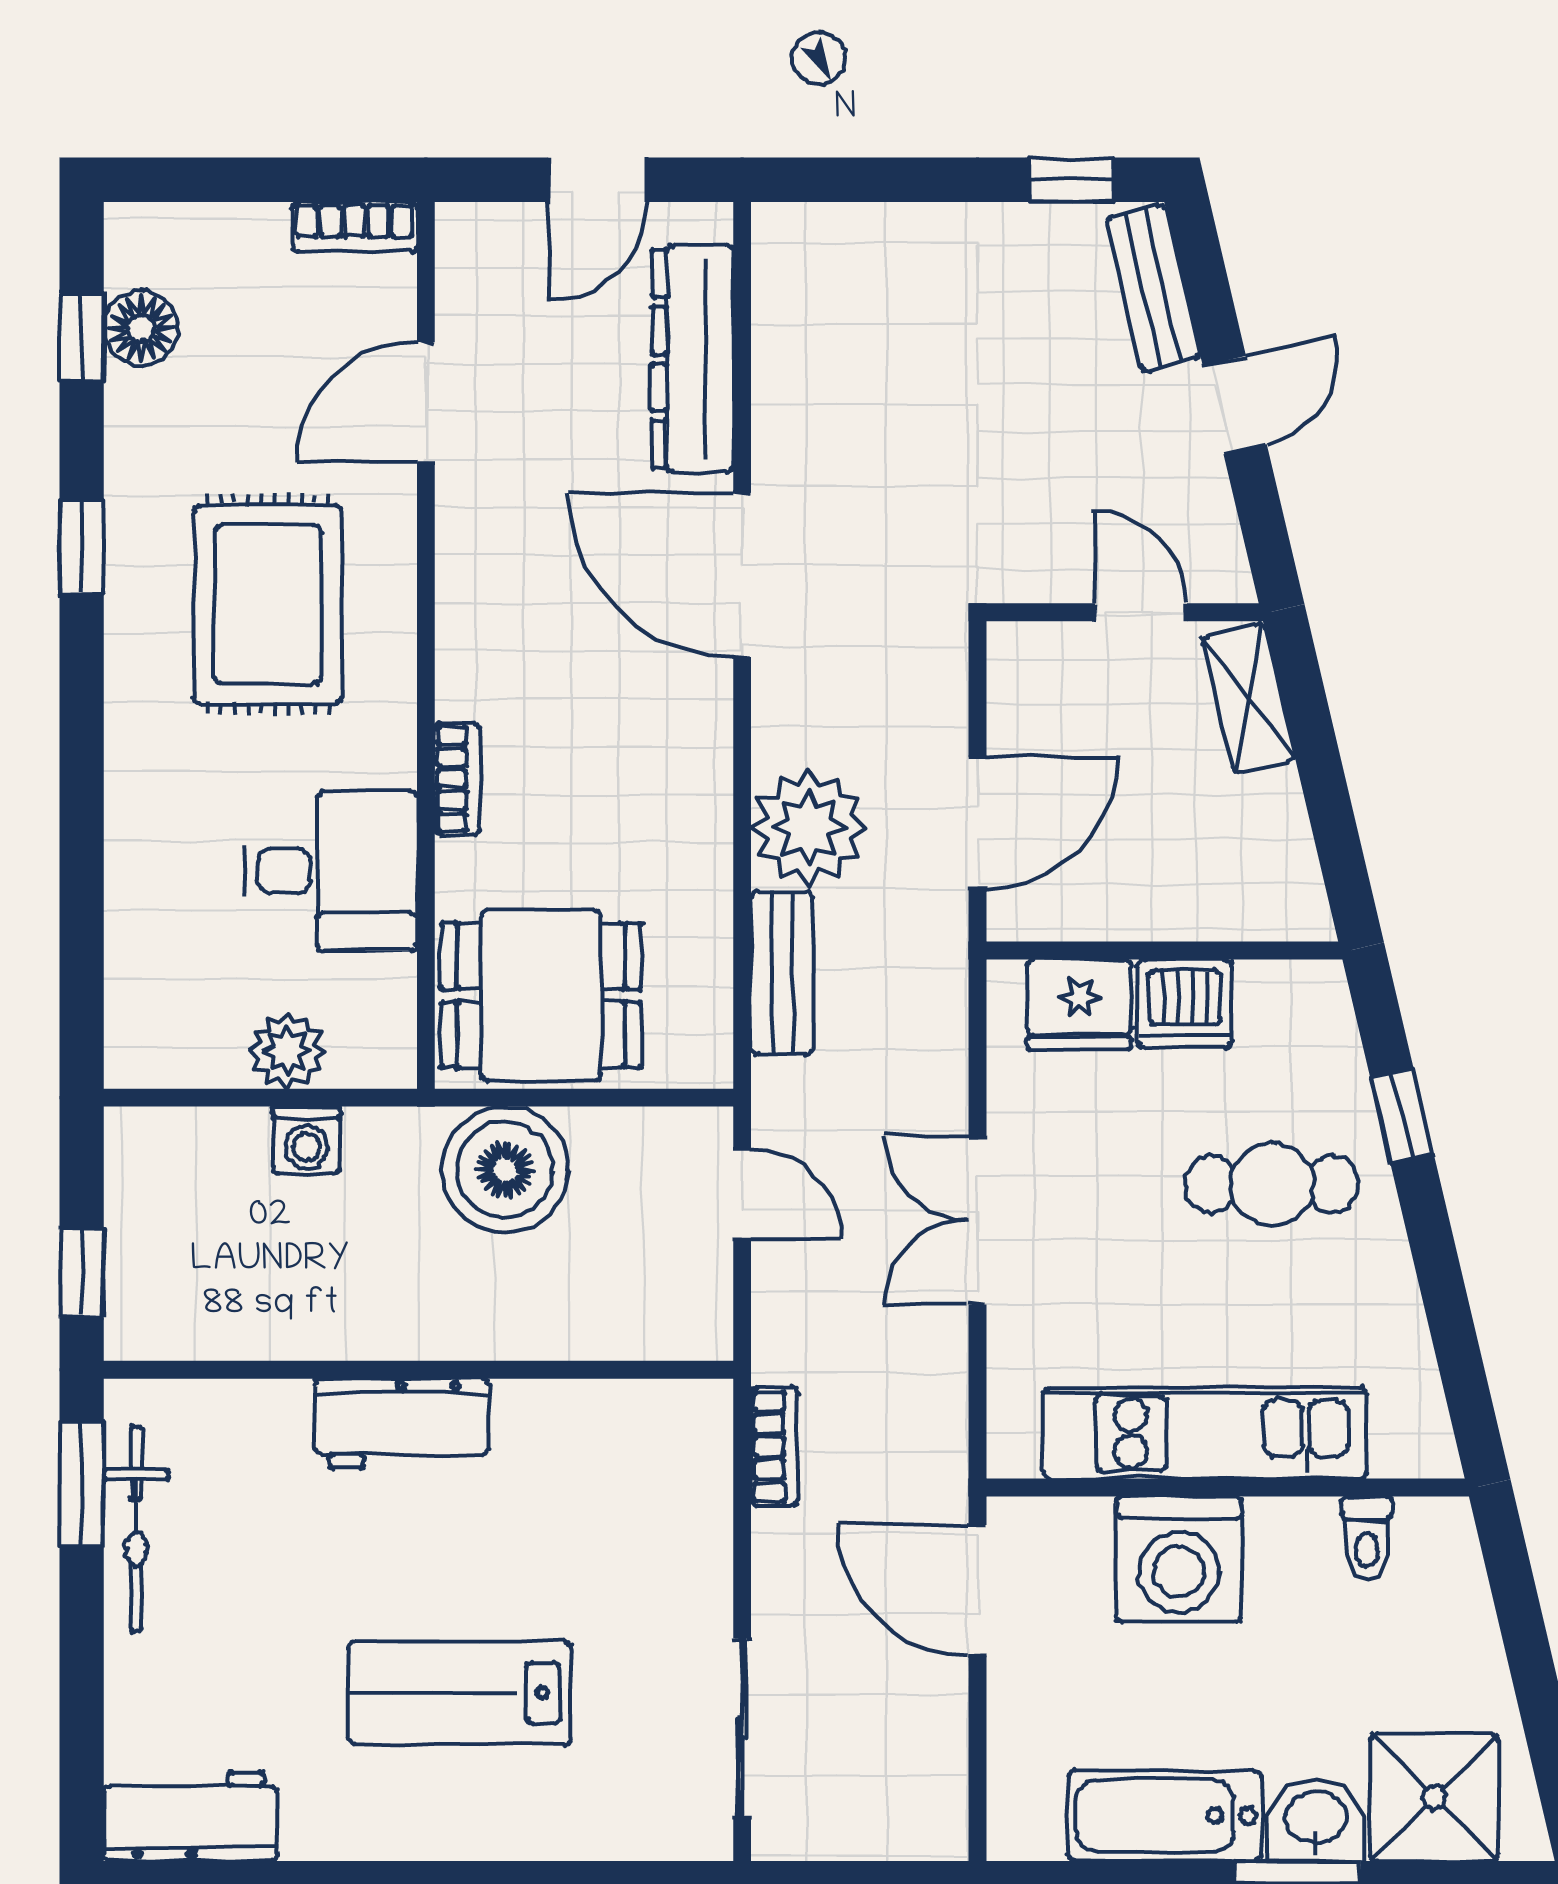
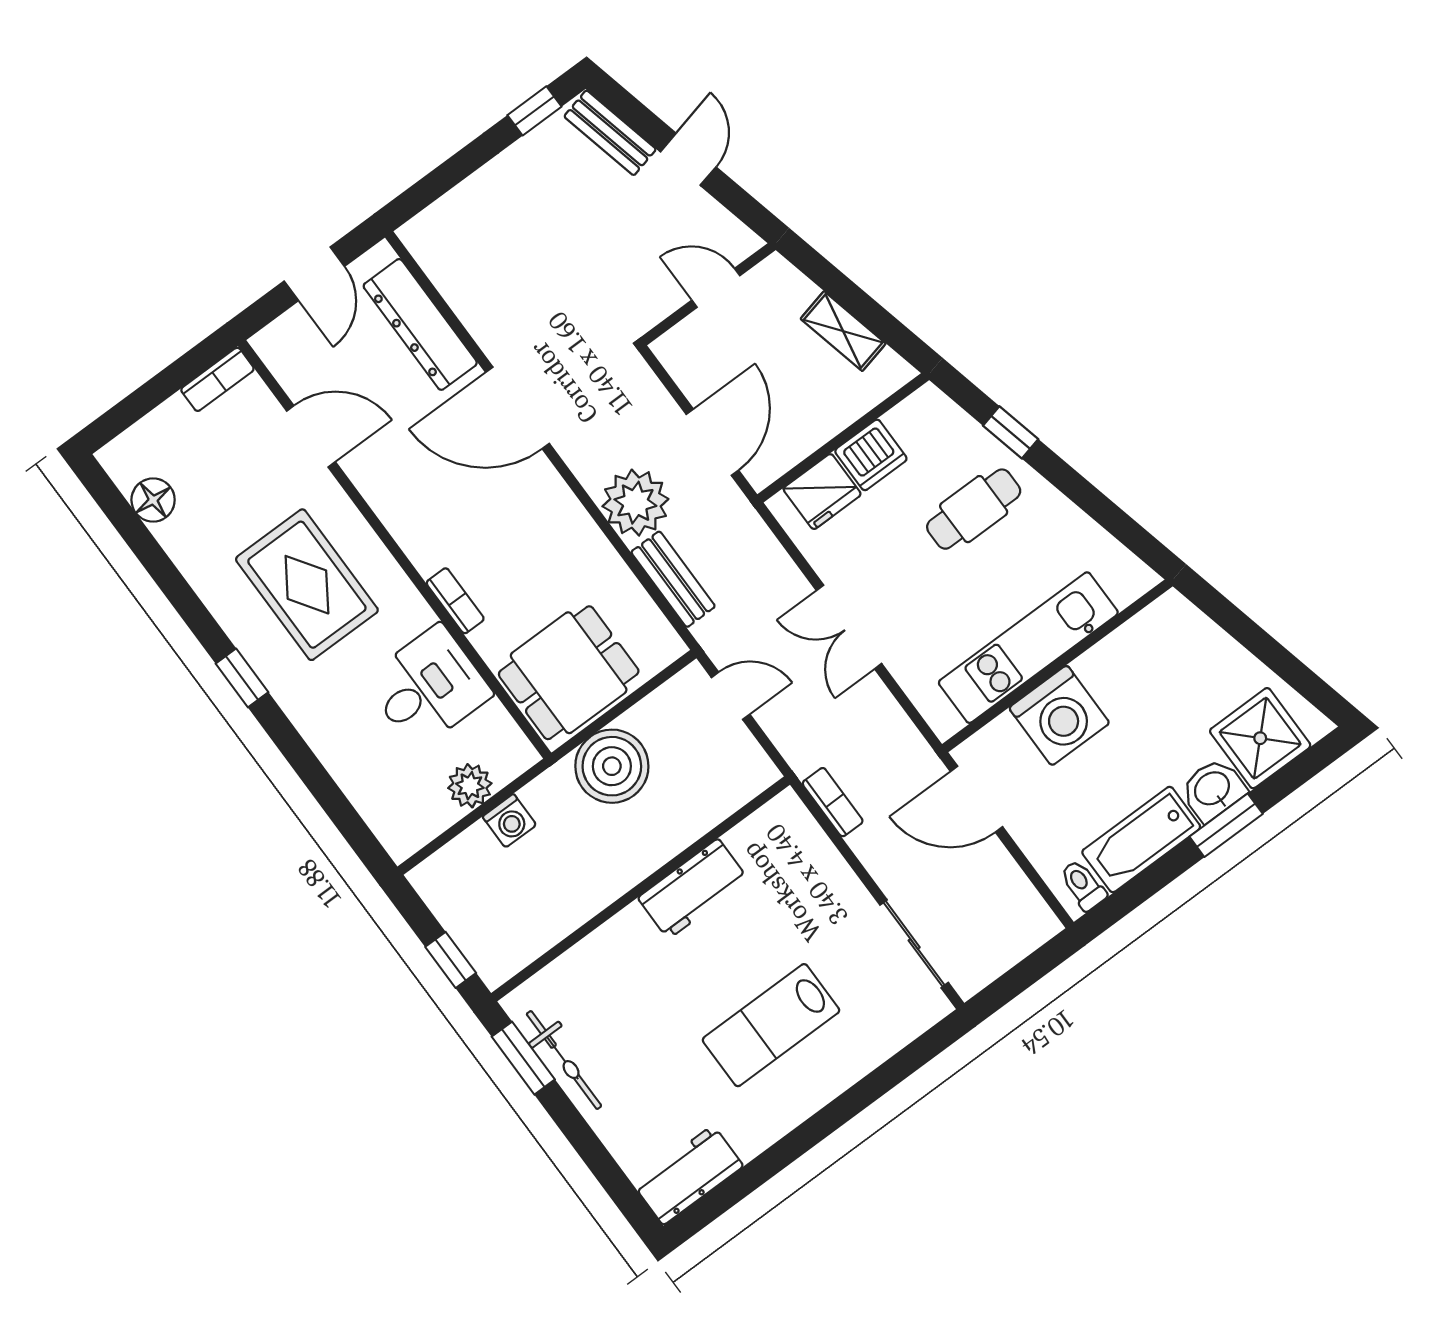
window: (82, 337) -> (128, 524), removed
door: (426, 402) -> (311, 436), swing flipped
window: (82, 547) -> (242, 678), moved
shelving: (1249, 698) -> (843, 331), moved
workbench: (402, 1424) -> (693, 889), moved
toilet: (1367, 1538) -> (1083, 885), moved, turned 180

